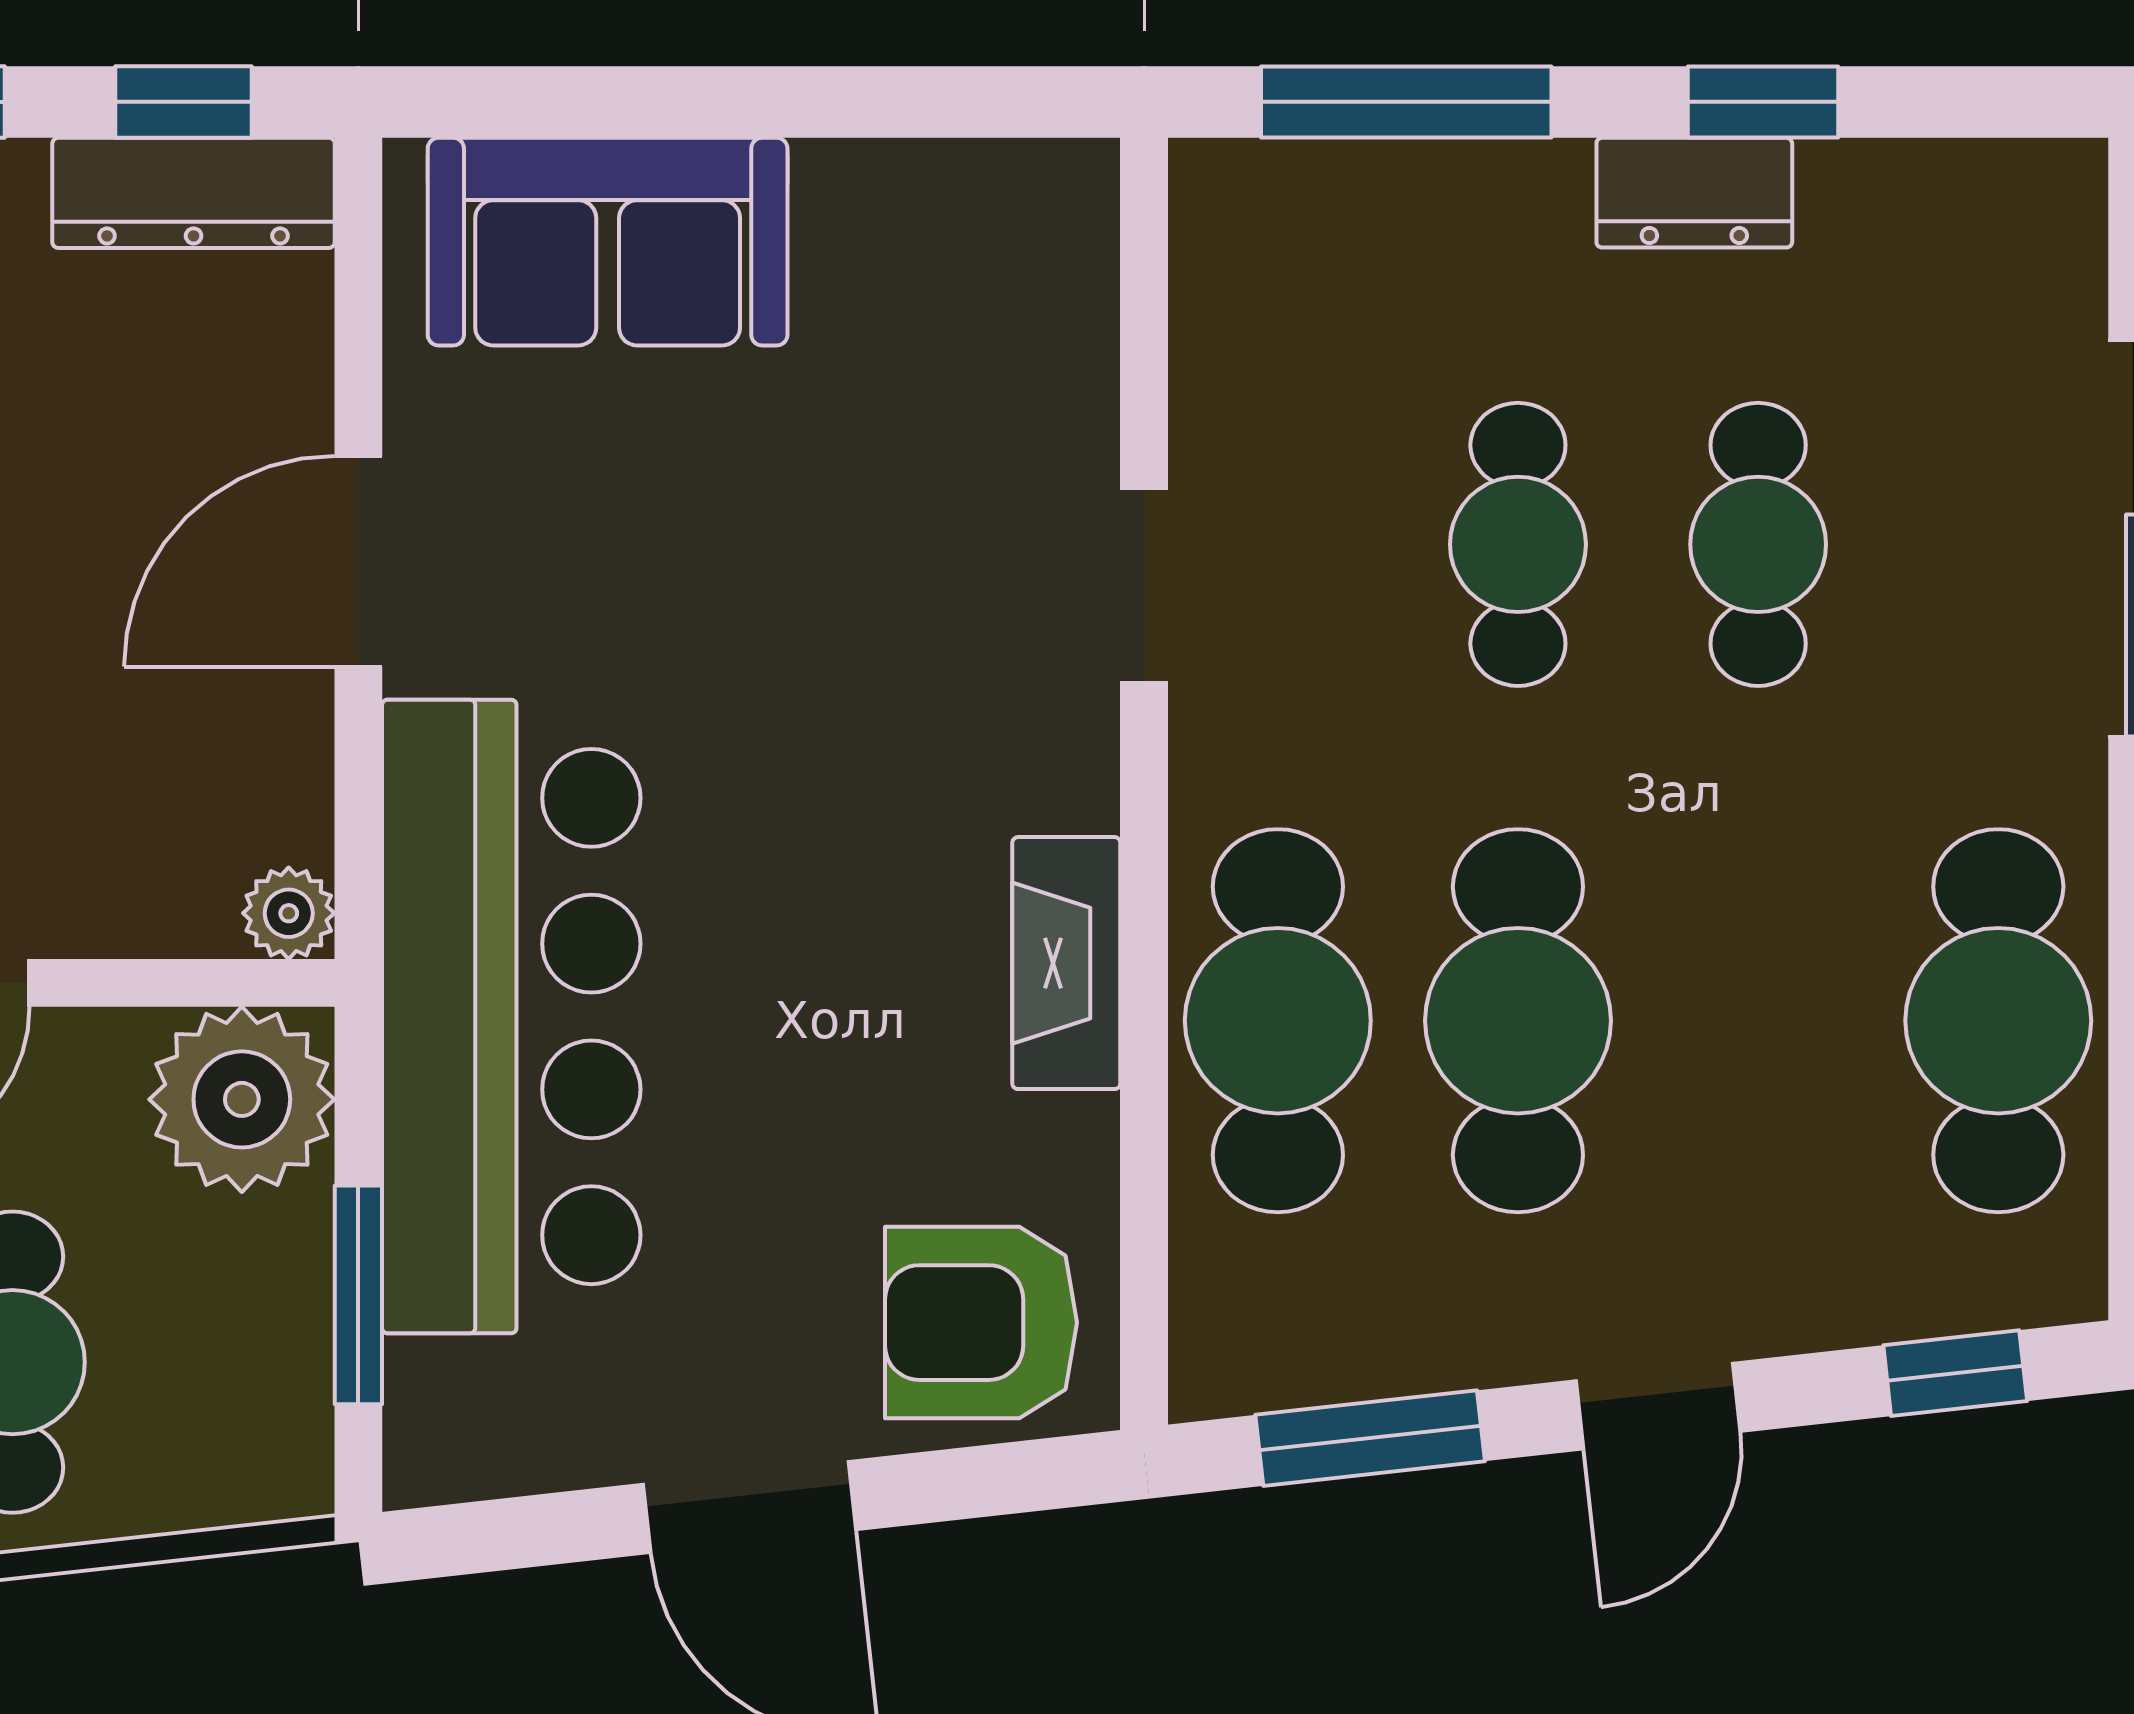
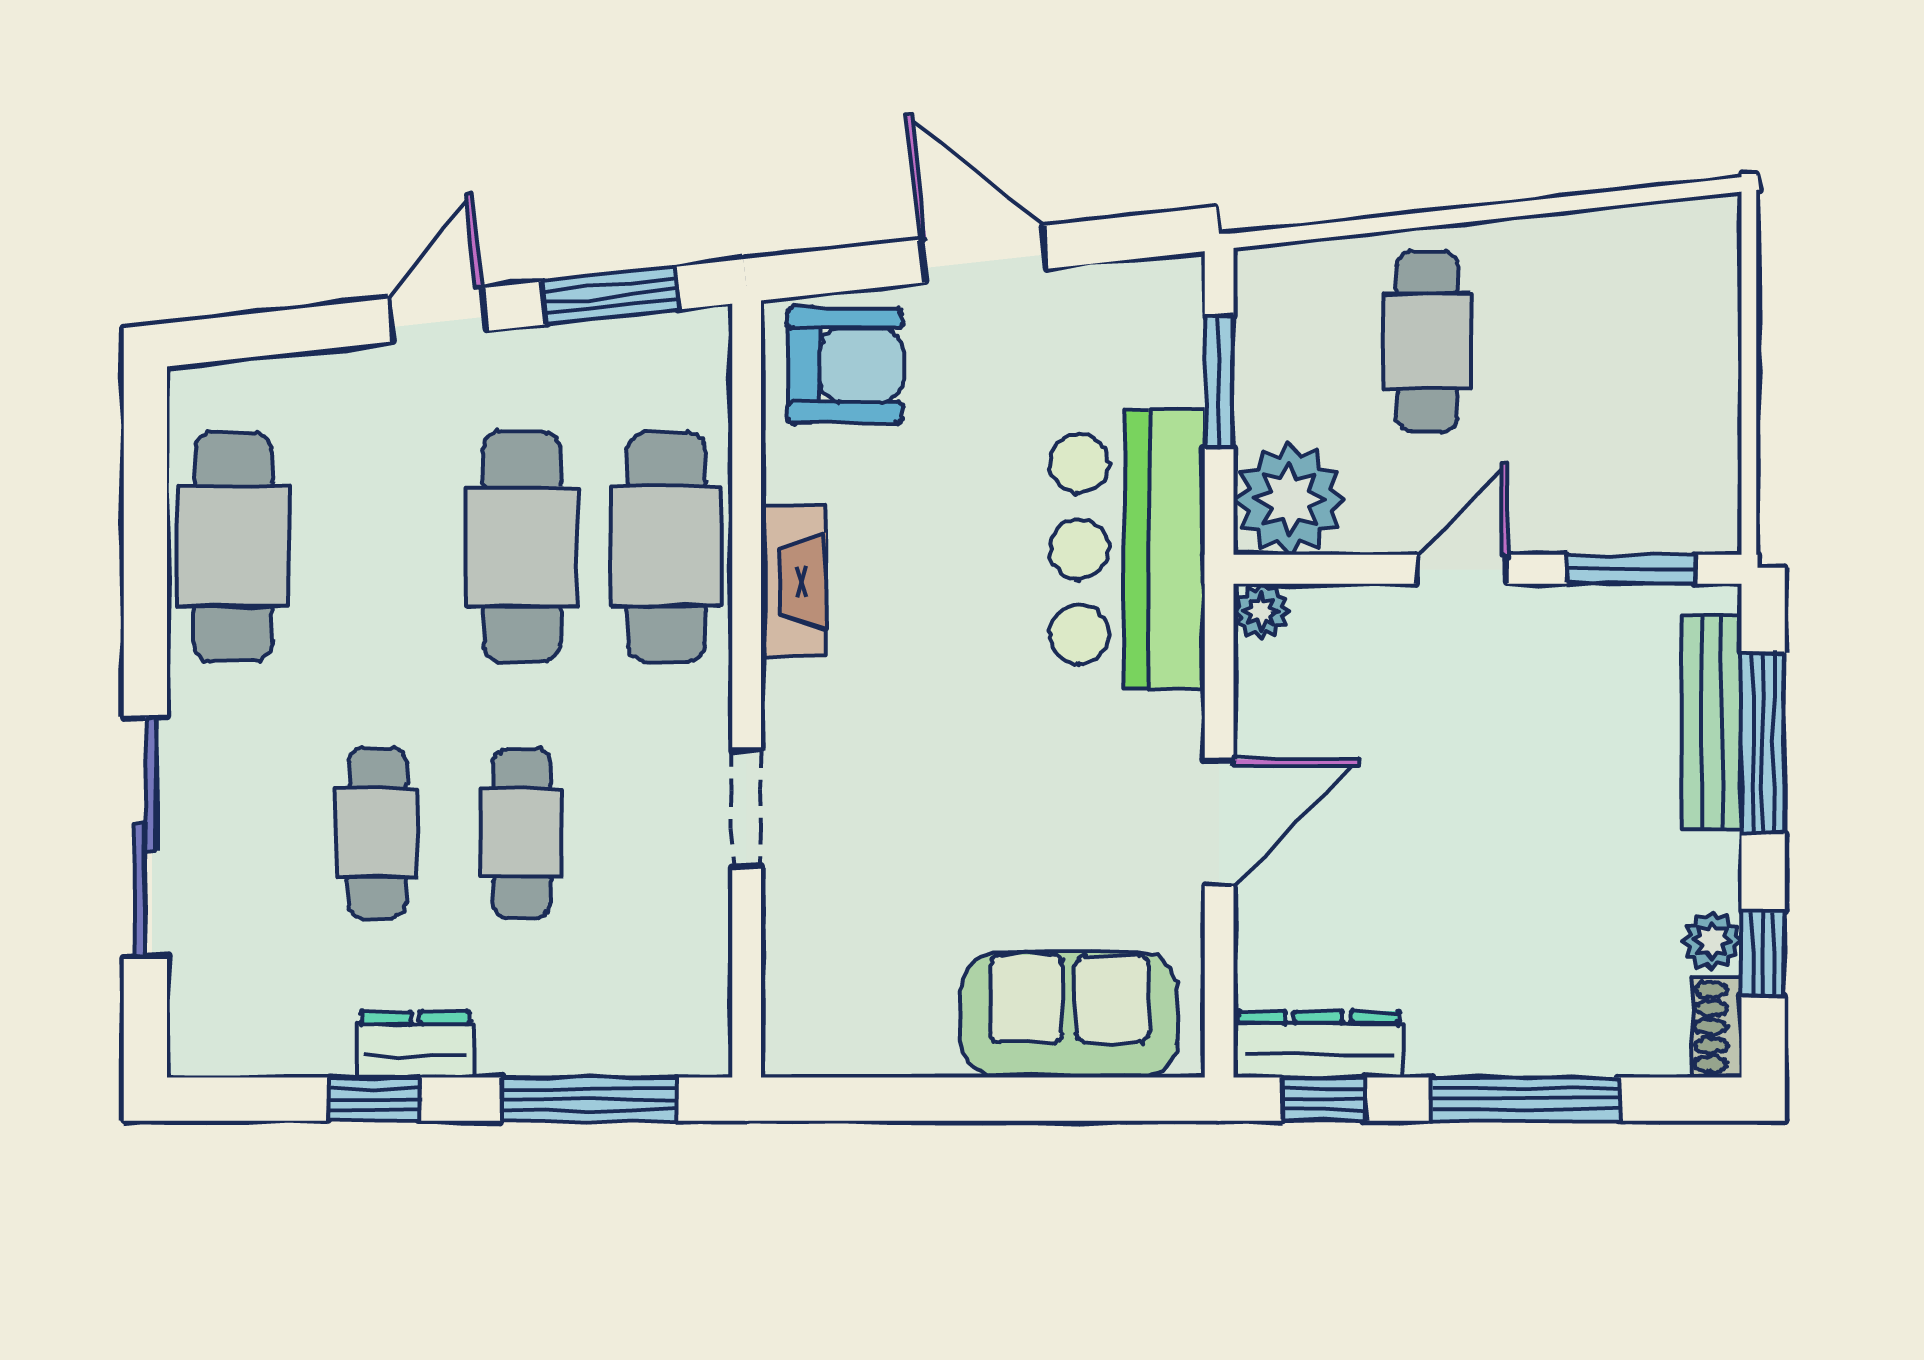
bar counter: (511, 1017) -> (1127, 549), width x0.73
window: (1955, 1373) -> (259, 335), removed

